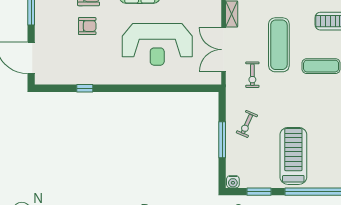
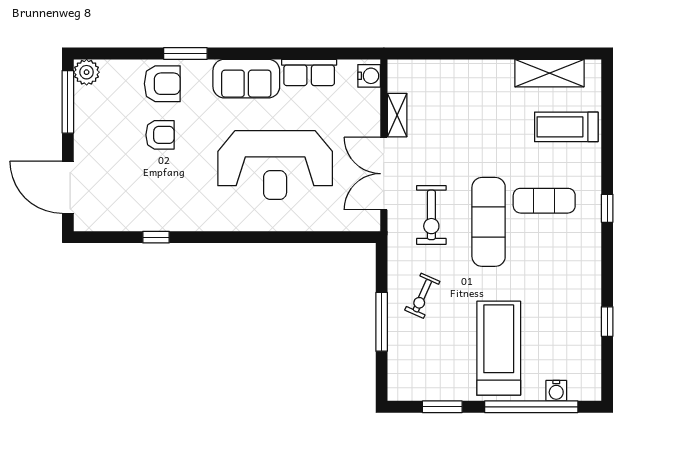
exercise mat: (279, 45) -> (489, 222), moved
exercise bike: (252, 75) -> (431, 215), width x1.38, depth x1.39
water cooler: (233, 182) -> (556, 391), moved

